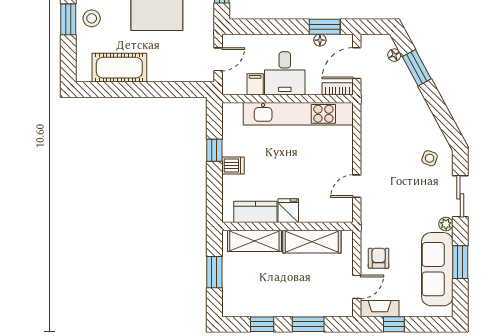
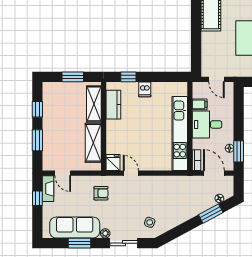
window: (214, 150) -> (128, 77), moved
fridge: (288, 211) -> (113, 162), moved, turned -90
armchair: (379, 258) -> (101, 193), moved

